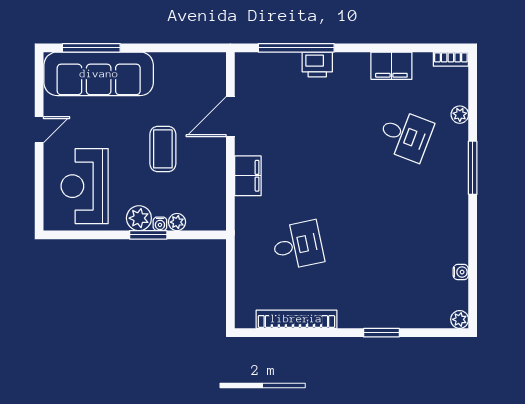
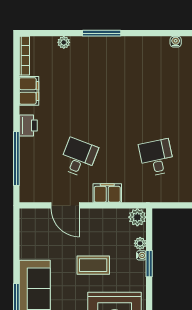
bookcase: (451, 59) -> (24, 56), width x1.56
printer: (317, 65) -> (28, 125), moved
desk: (405, 135) -> (78, 158), moved
coffee table: (163, 149) -> (93, 265), moved
plant: (139, 218) -> (137, 217), moved

